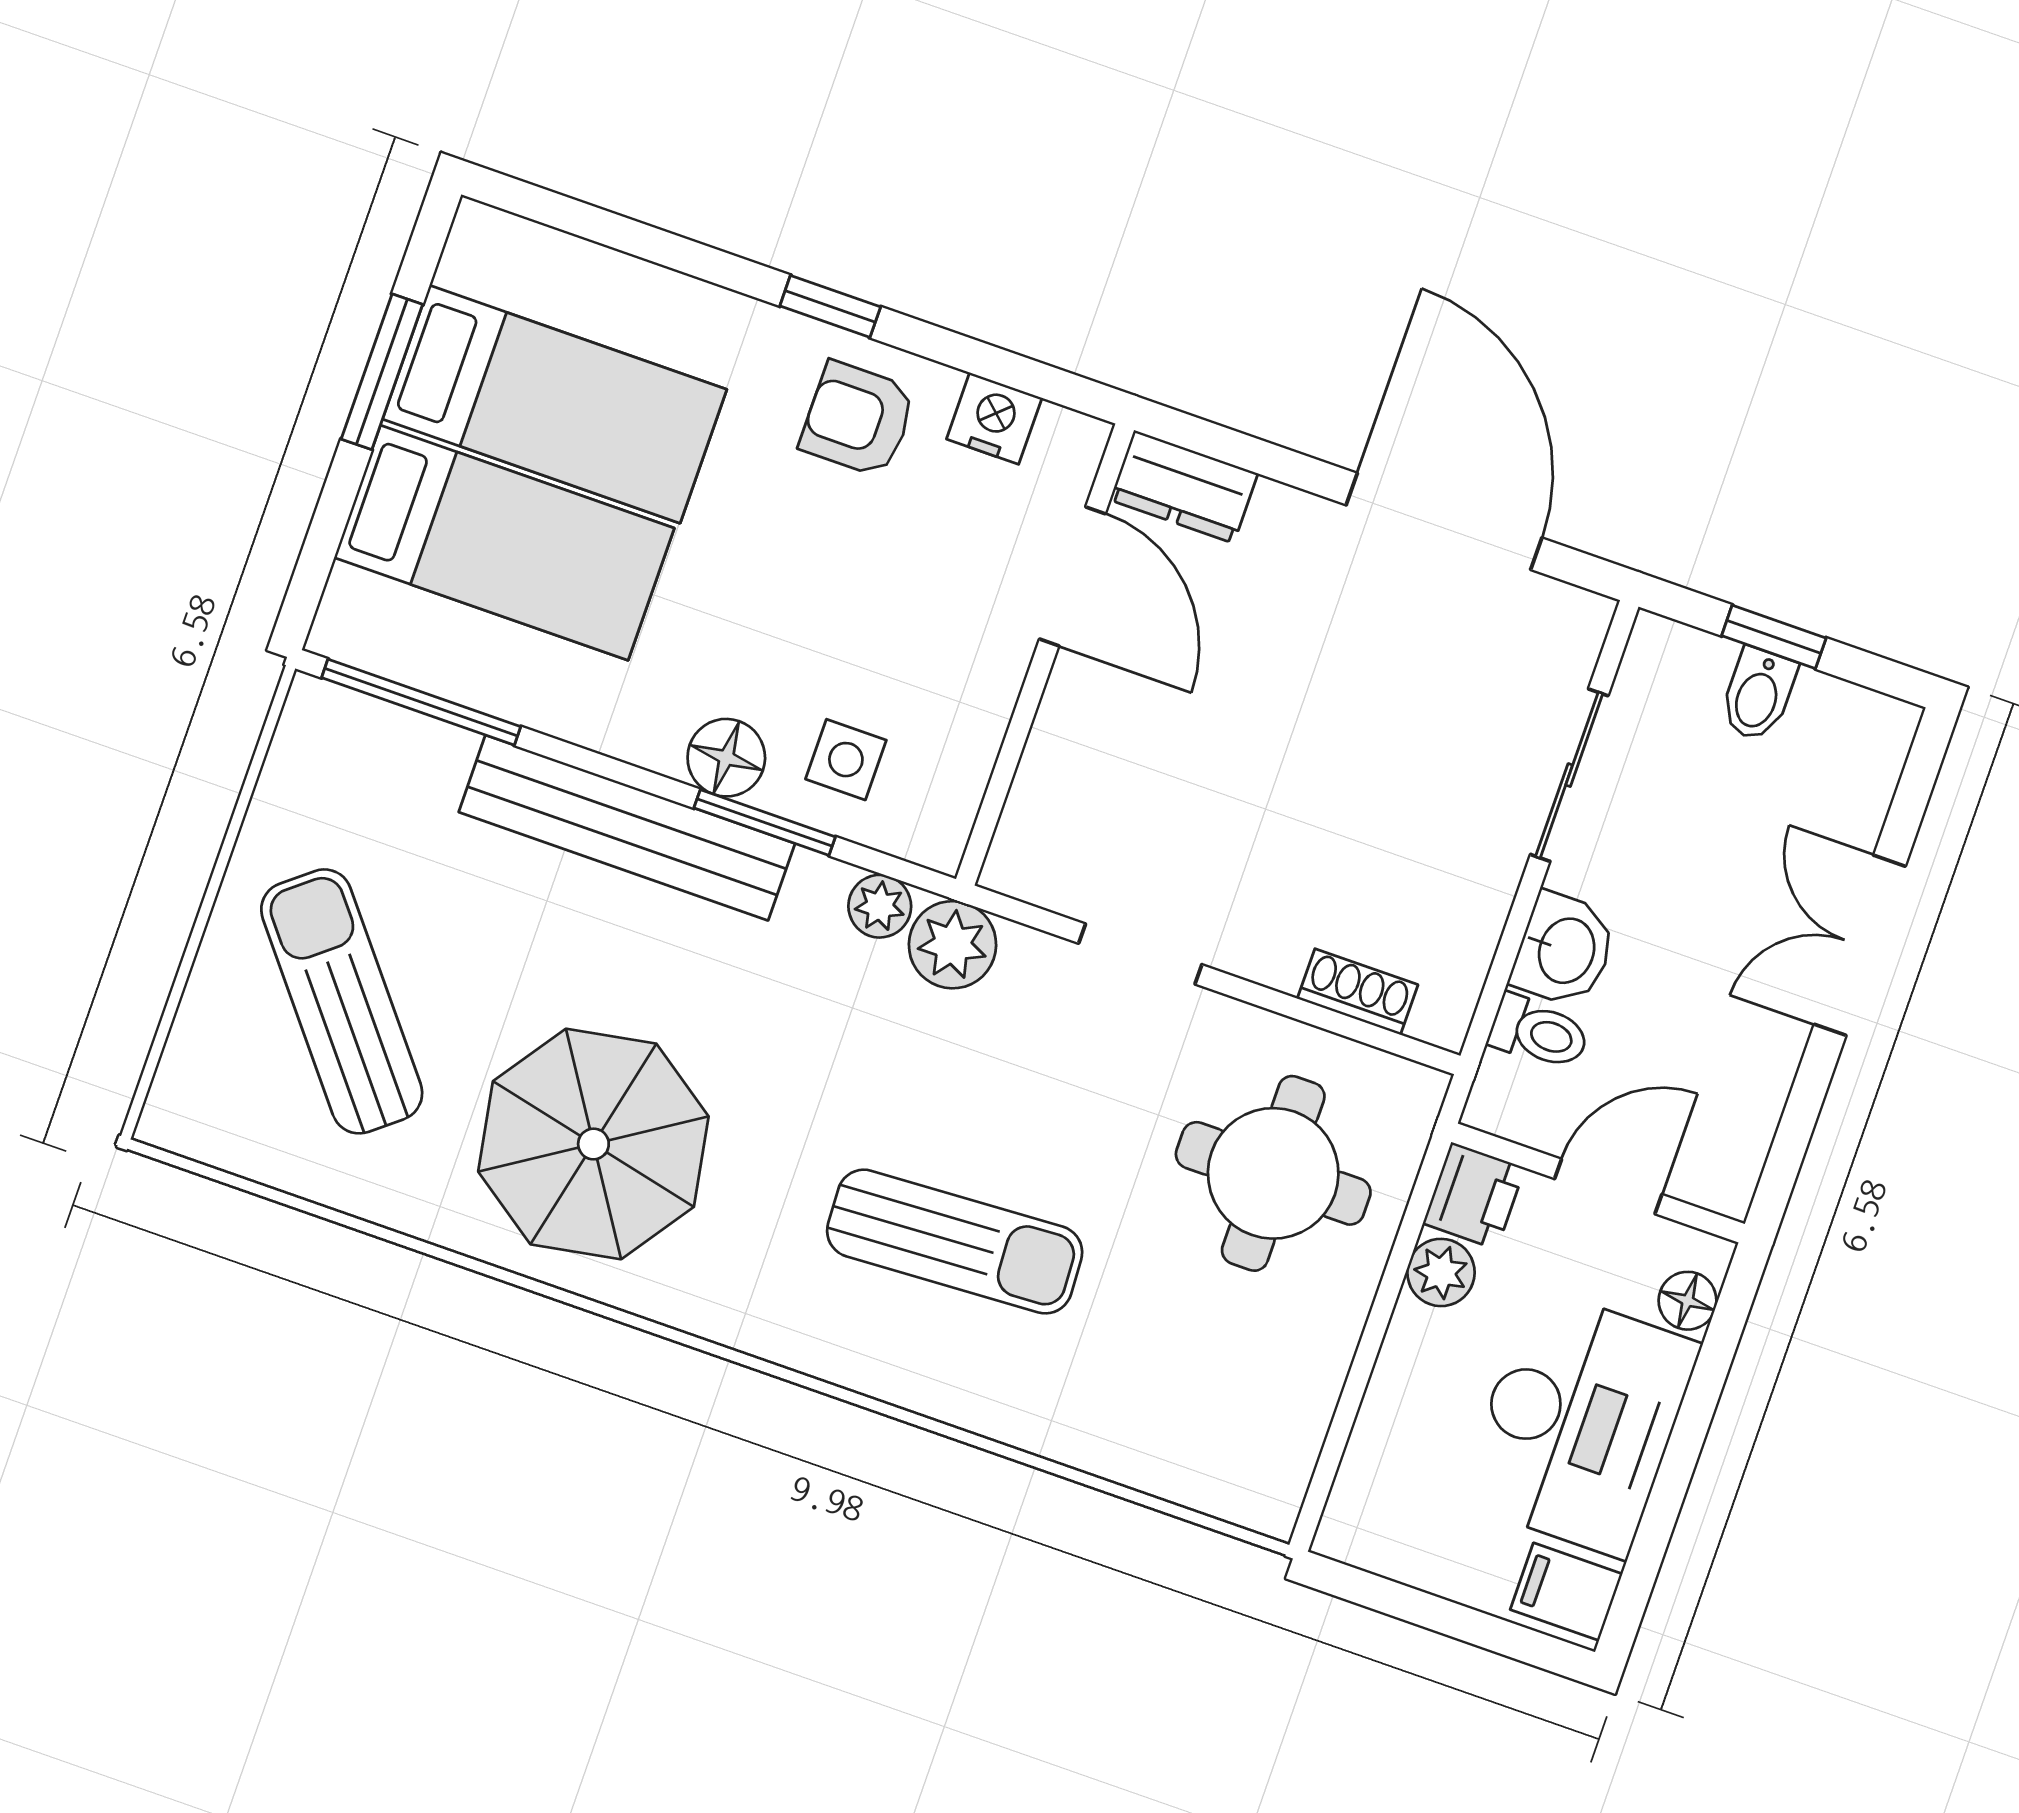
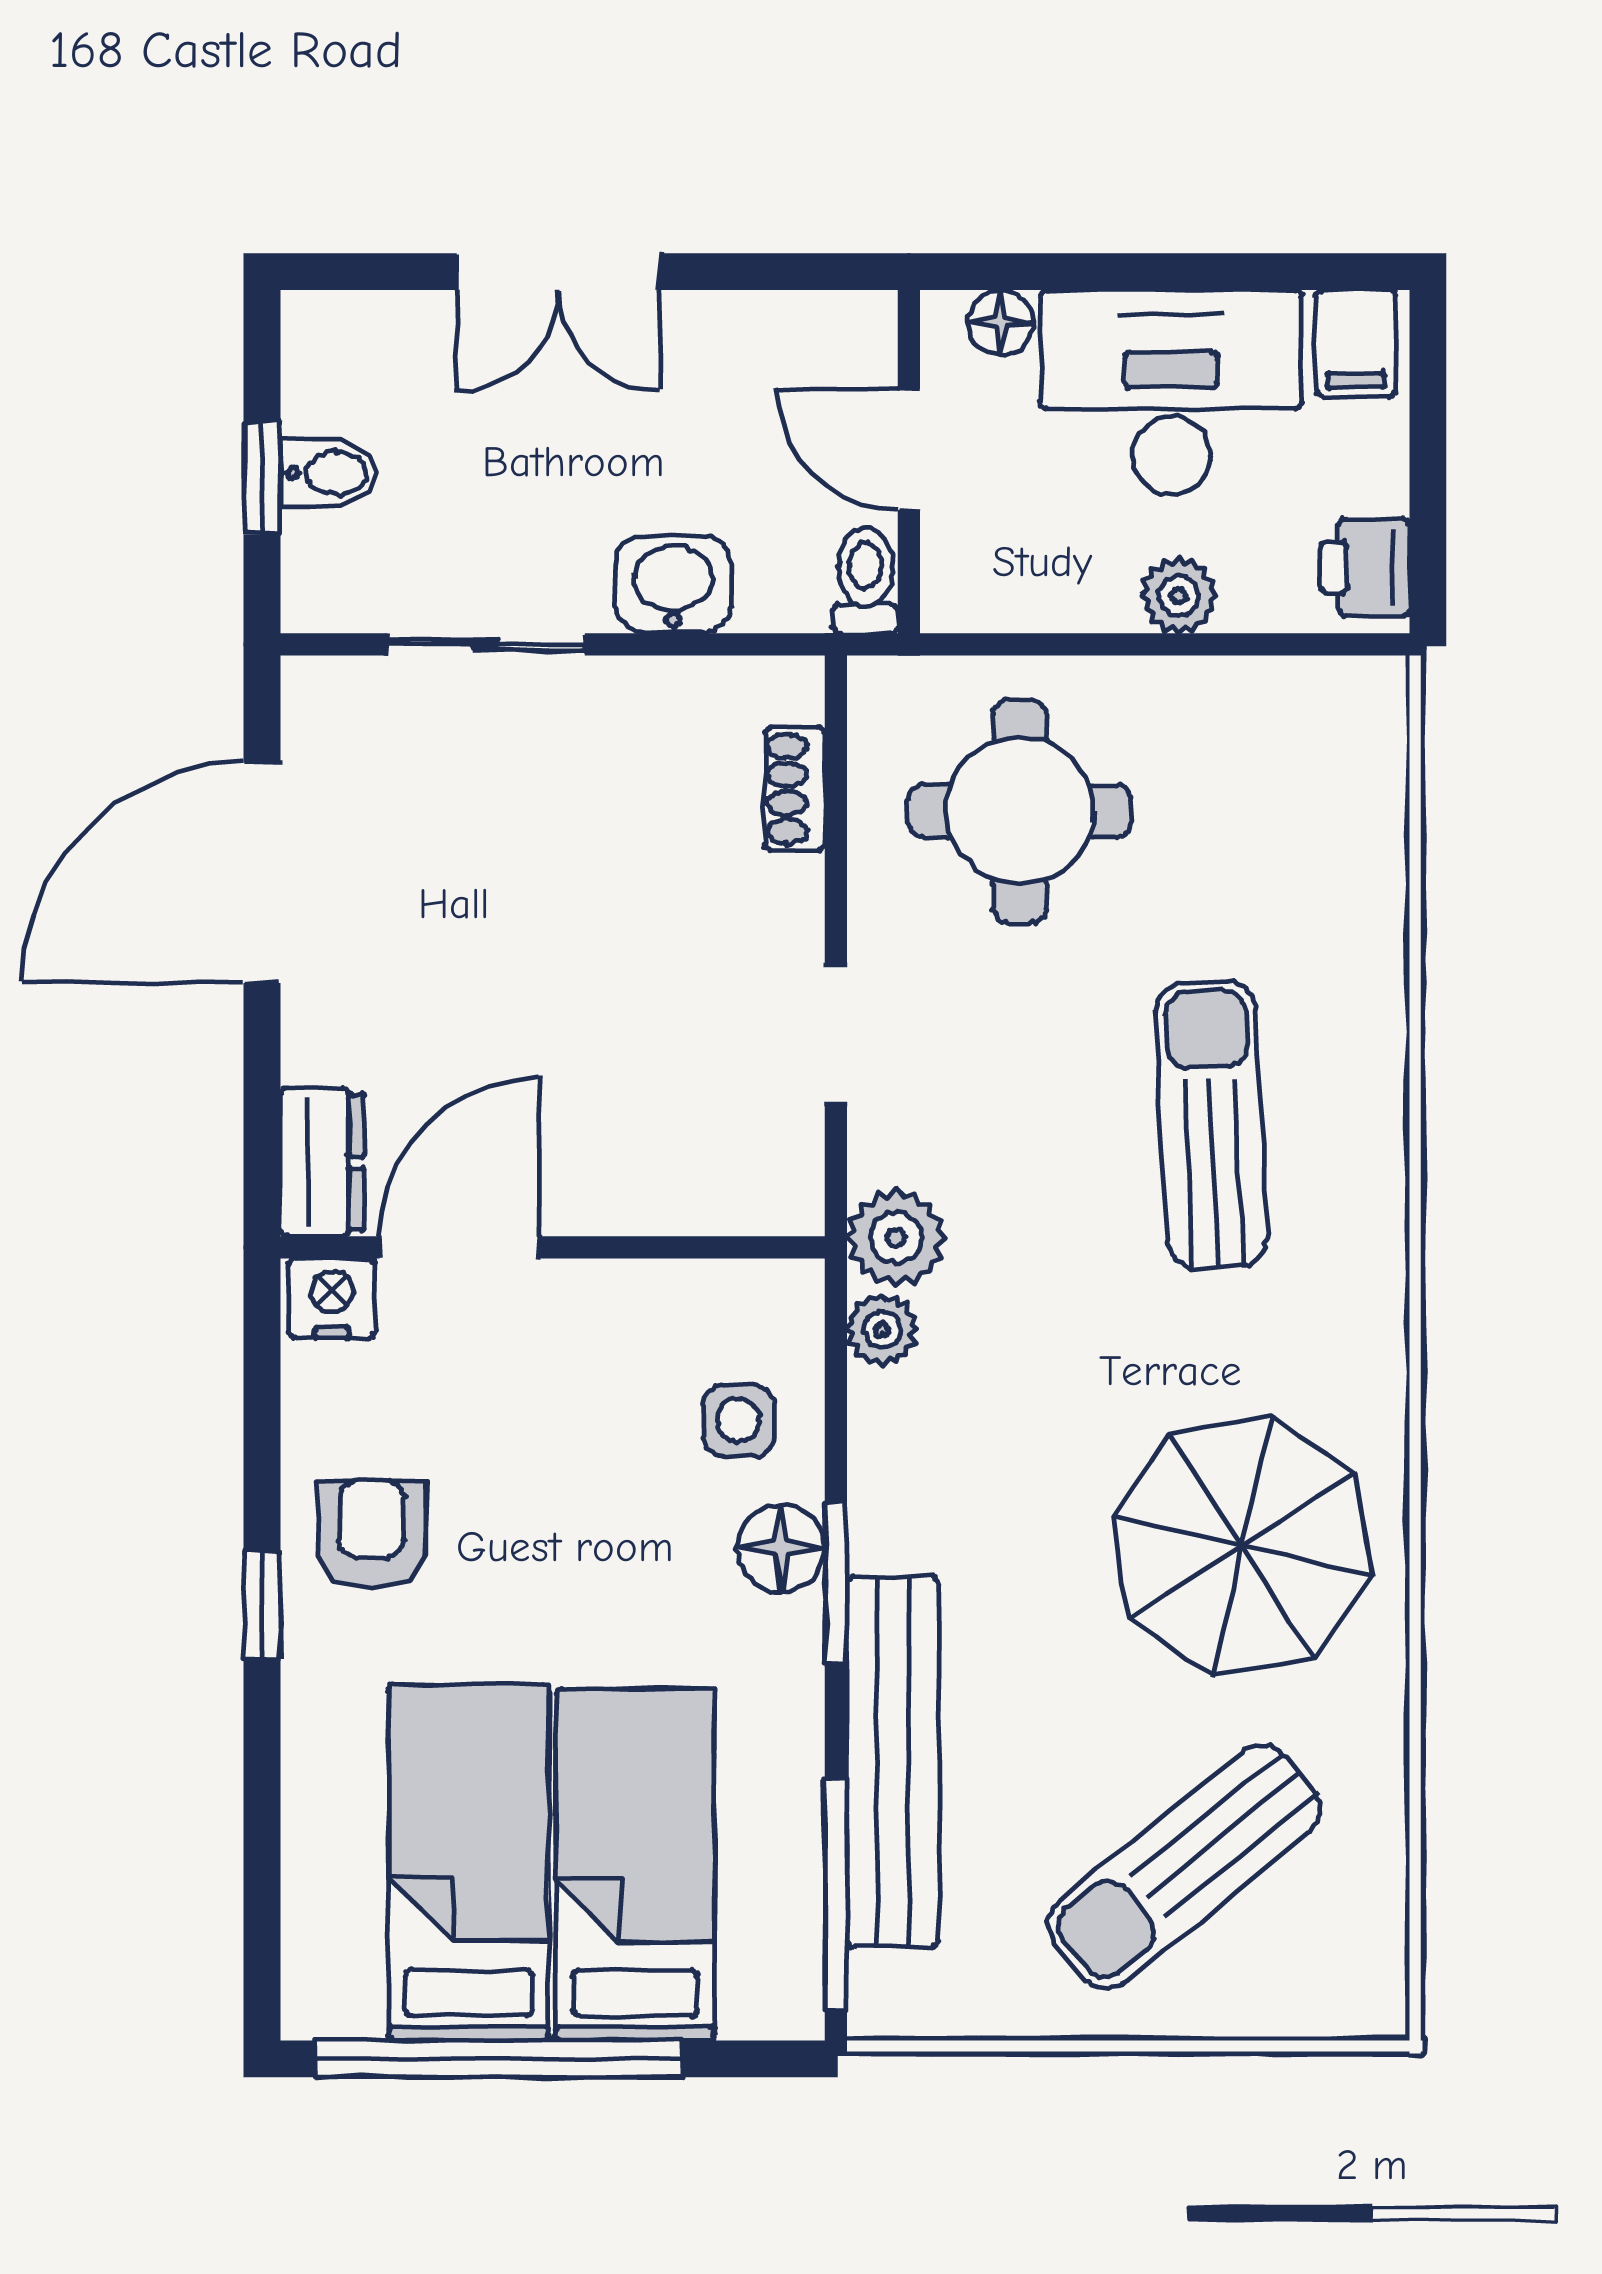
window: (382, 372) -> (499, 2059), width x2.11
nightstand: (994, 418) -> (332, 1298), moved, turned 90
armchair: (858, 419) -> (372, 1534), turned 180
window: (765, 822) -> (836, 1583), moved
bench: (627, 828) -> (893, 1762), moved
toilet: (1539, 1033) -> (866, 581), moved
printer: (1474, 1196) -> (1365, 567), moved, turned -90
plant: (1441, 1272) -> (1179, 595), moved

